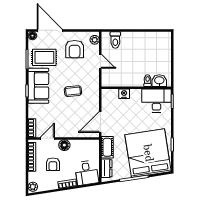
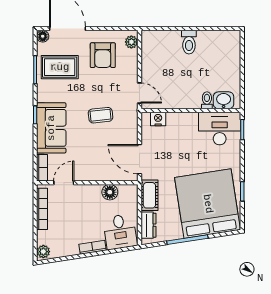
toilet: (115, 40) -> (189, 42), moved
door: (100, 61) -> (139, 93), moved
sofa: (38, 86) -> (51, 128), moved
nightstand: (124, 94) -> (158, 119), moved
door: (100, 122) -> (139, 159), hinge flipped
floor lamp: (64, 145) -> (110, 192), moved
armchair: (53, 164) -> (72, 220), removed

